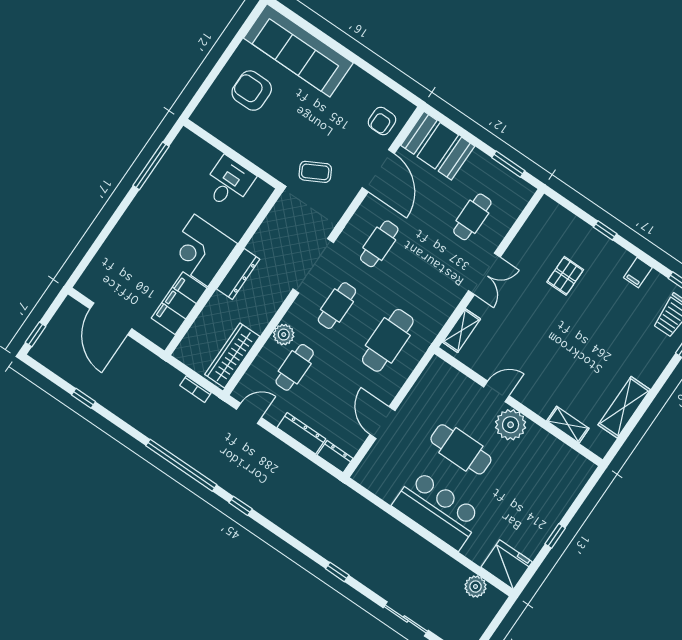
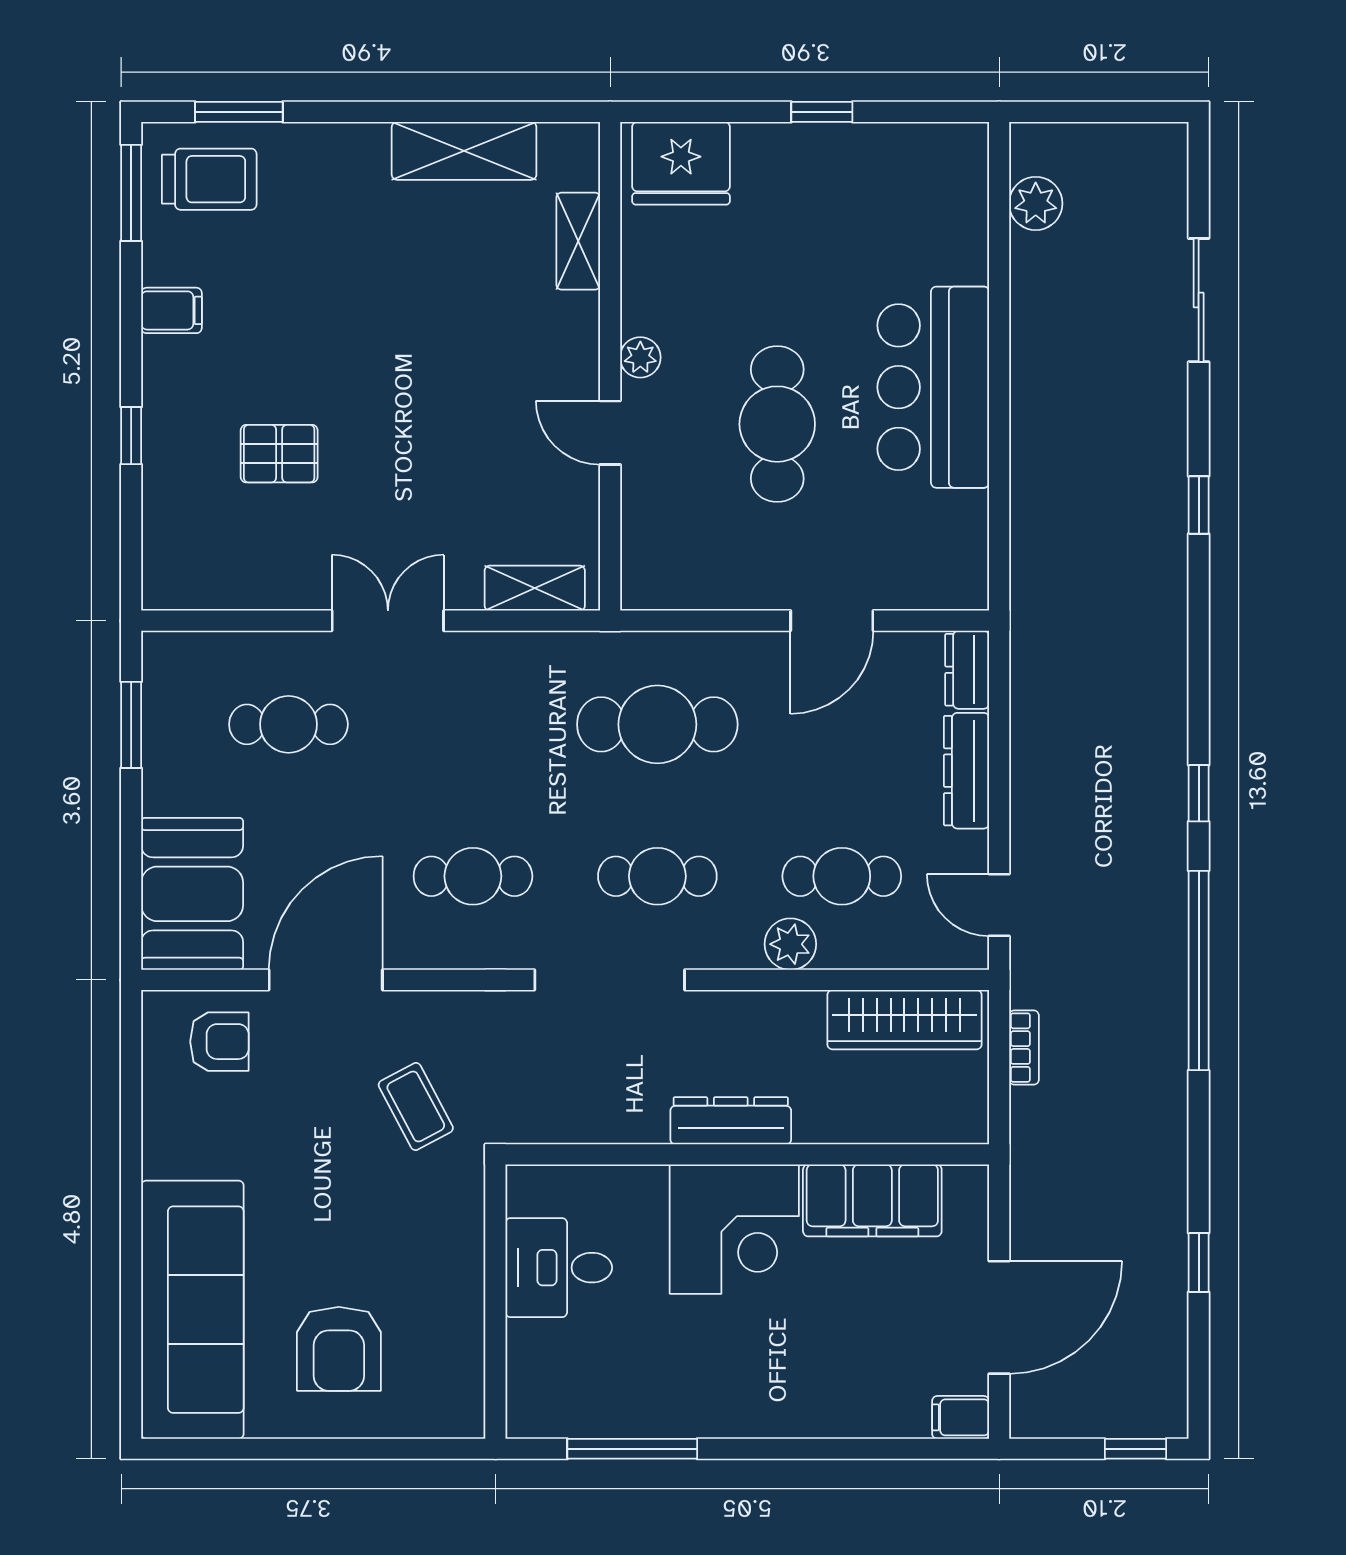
filing cabinet: (86, 283) -> (961, 1417), added
plant: (511, 425) -> (640, 357), width x0.53, depth x0.53
fridge: (507, 565) -> (681, 163), moved, turned -90

